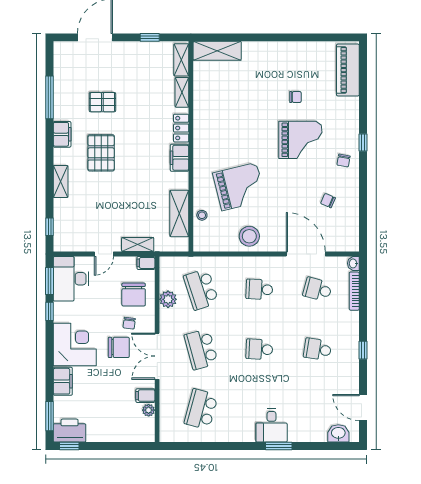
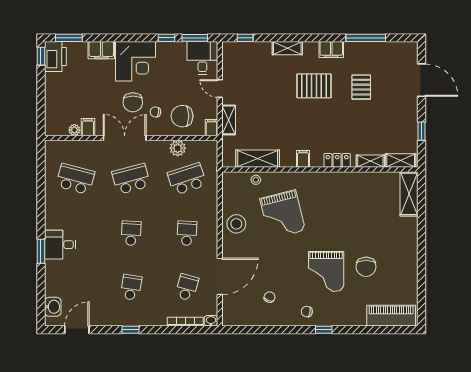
chair: (295, 97) -> (366, 267), width x1.87, depth x1.87
filing cabinet: (179, 158) -> (303, 159), width x0.50
desk: (71, 279) -> (202, 58), width x0.73

